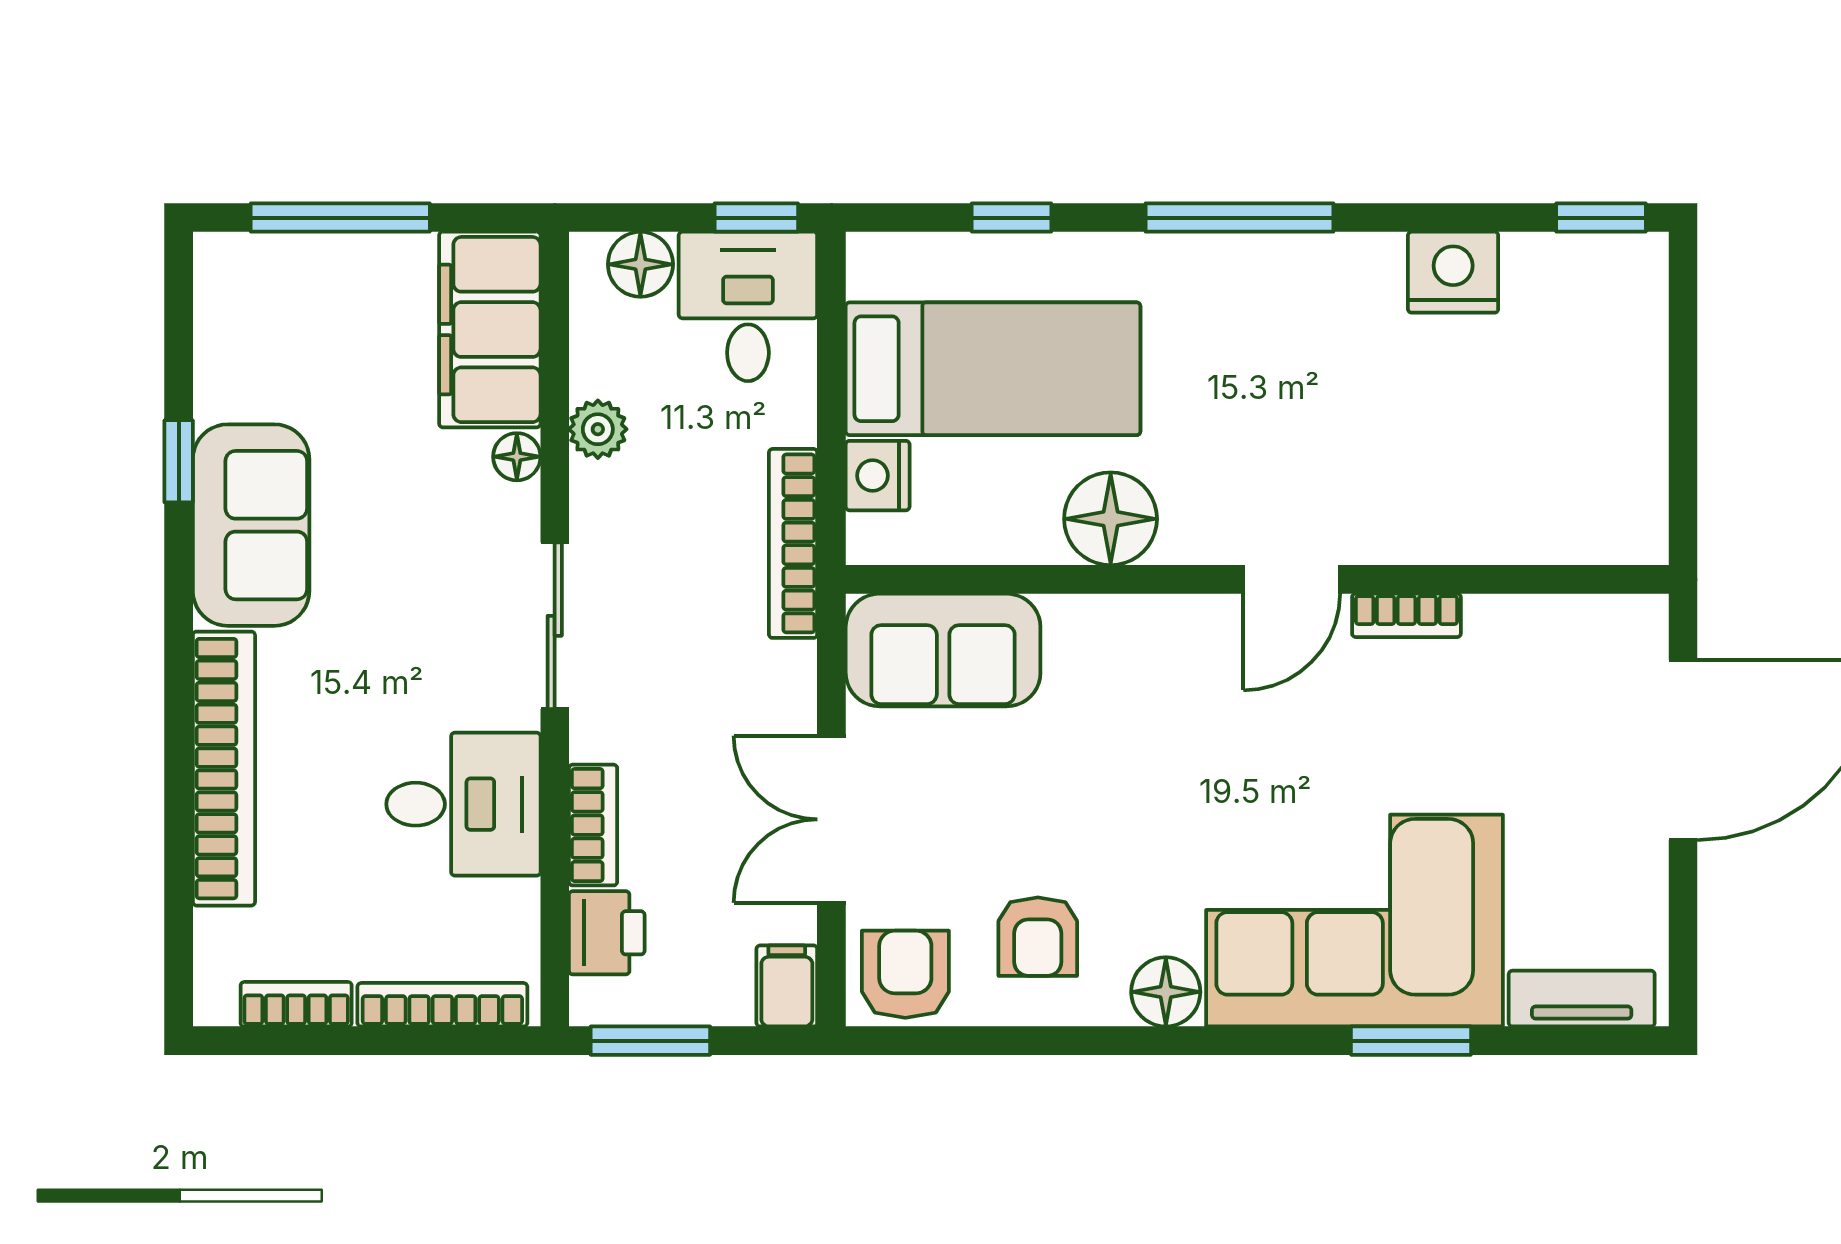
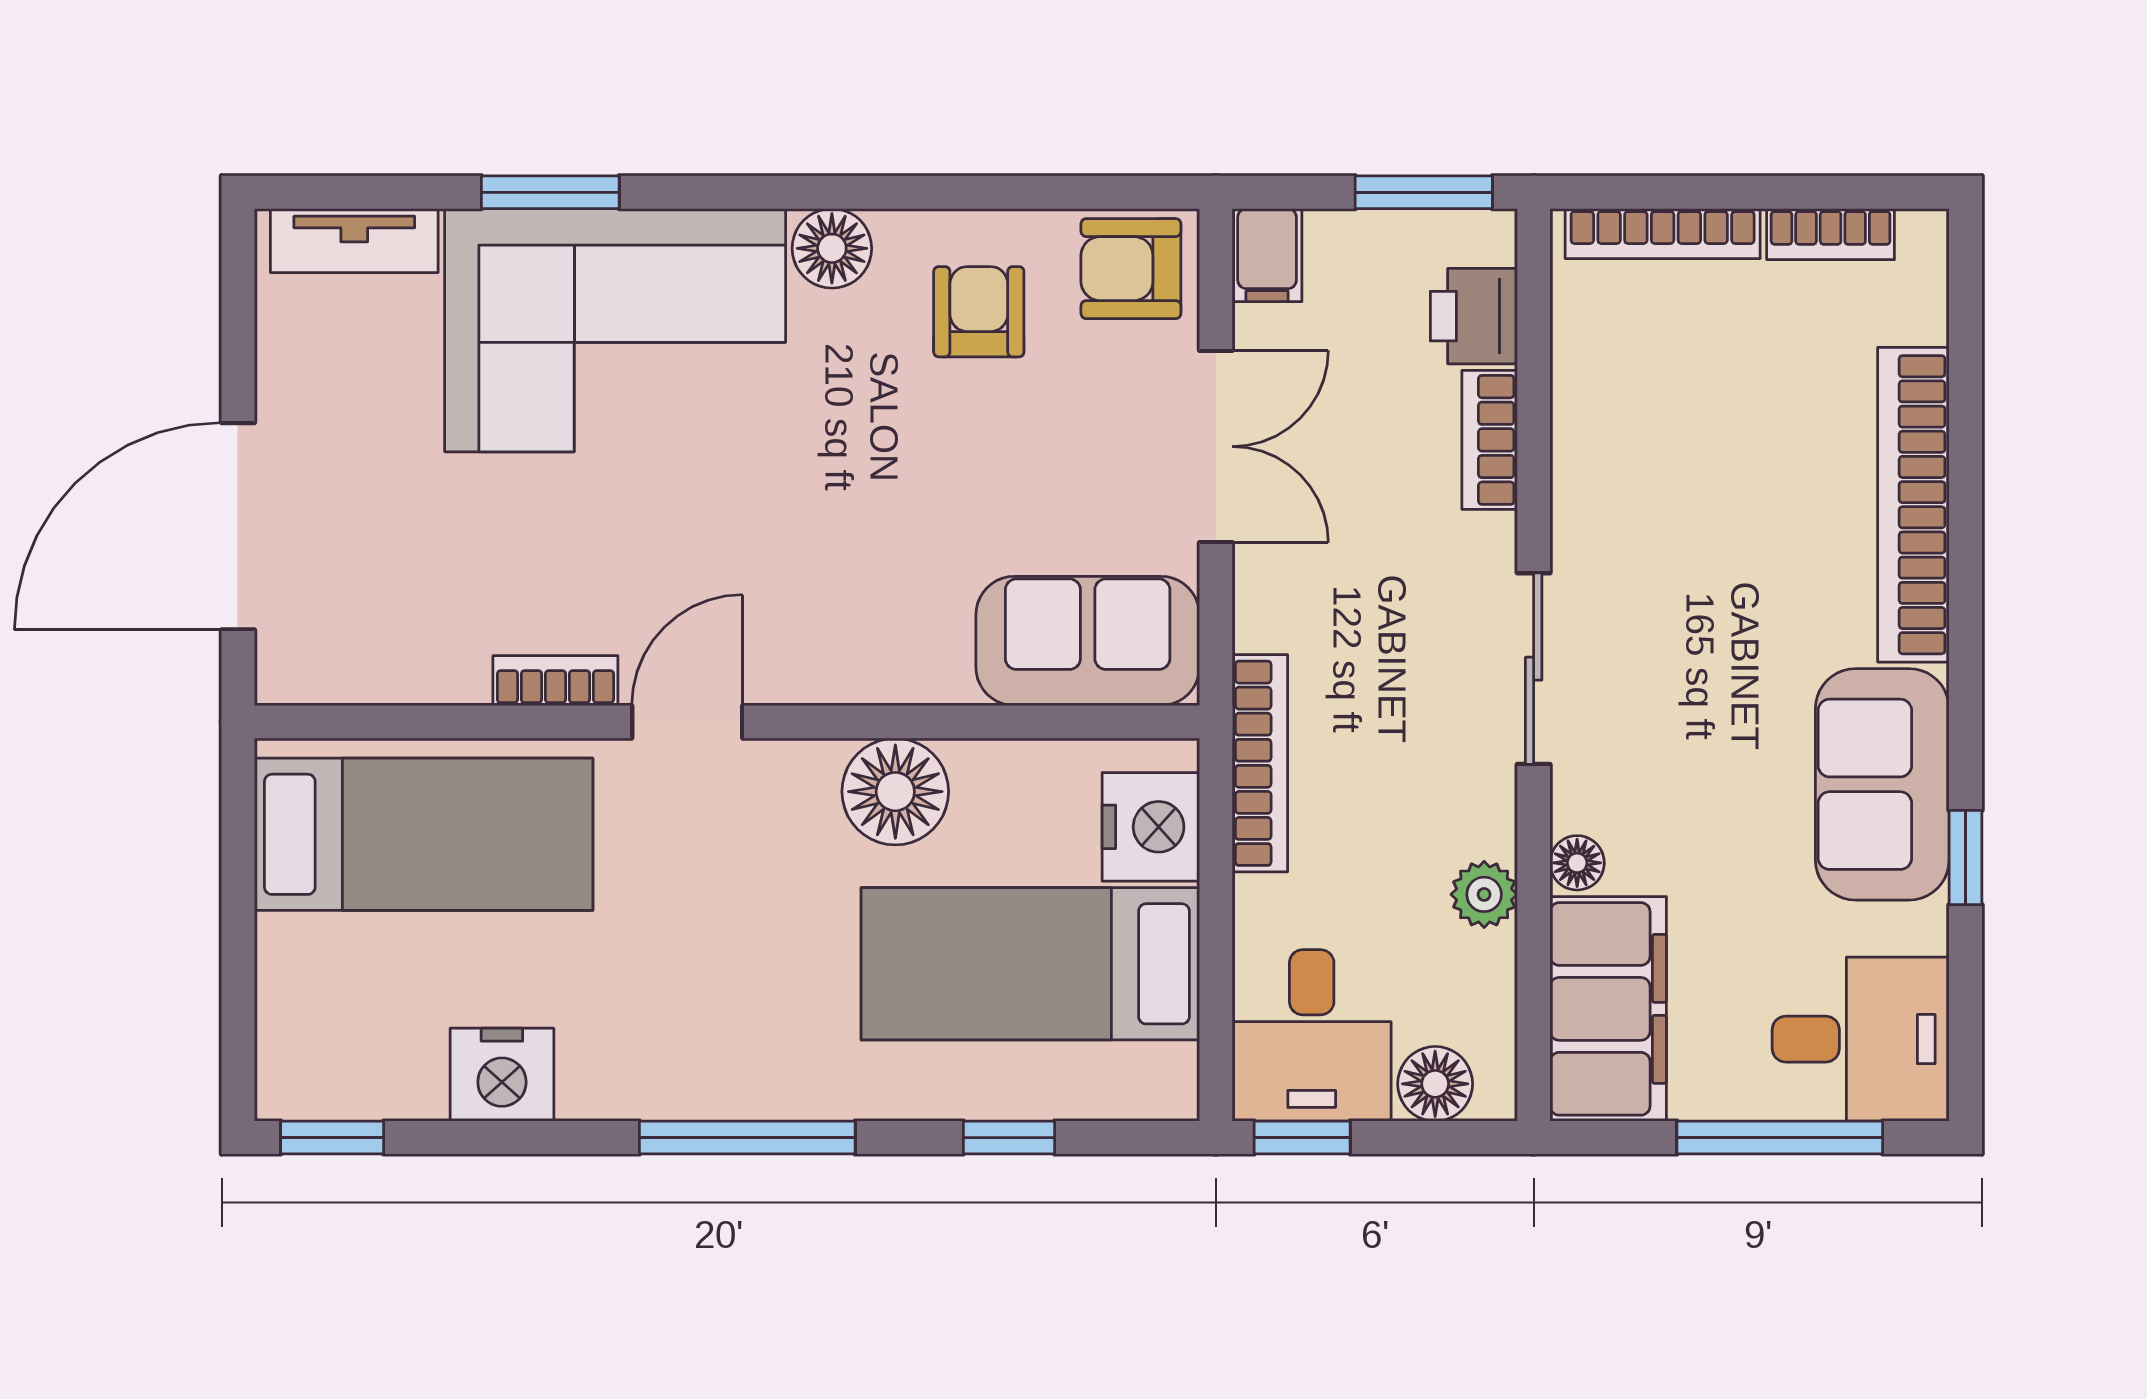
nightstand: (878, 476) -> (1151, 827), width x1.36, depth x1.33
bed: (1521, 482) -> (424, 834), added
desk: (463, 804) -> (1861, 1039), moved, turned 180
armchair: (905, 974) -> (1131, 269), turned 90

